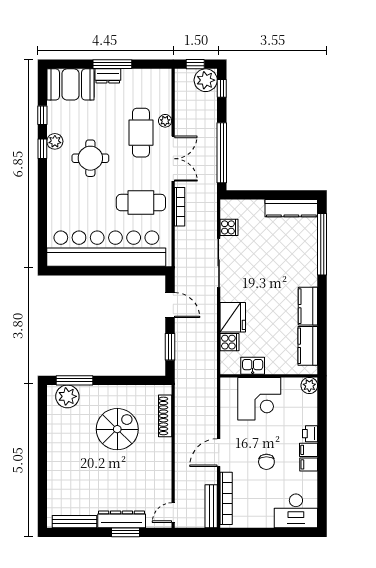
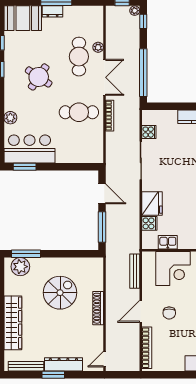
plant: (206, 80) -> (135, 11), width x0.53, depth x0.53
plant: (55, 141) -> (10, 118), moved
round table: (90, 158) -> (39, 77), turned 34
bar counter: (106, 249) -> (29, 149), width x0.54
window: (73, 271) -> (25, 167), added
window: (170, 347) -> (102, 227), width x1.44
shoe rack: (165, 416) -> (98, 308), moved
chair: (266, 462) -> (169, 313), moved
wardrobe: (58, 467) -> (13, 323), added
bench: (211, 506) -> (135, 271), moved
window: (125, 532) -> (53, 375), moved

